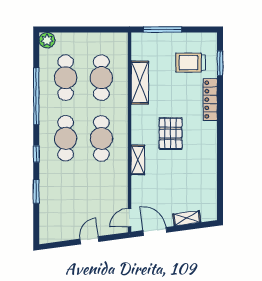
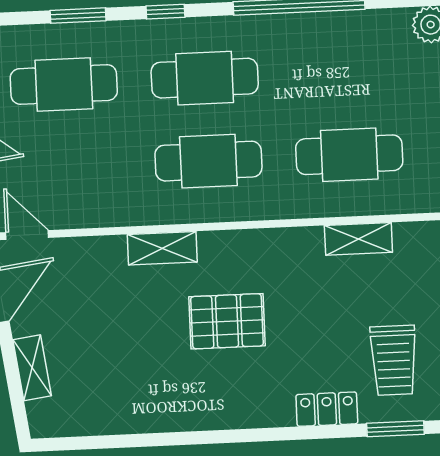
trolley: (191, 63) -> (394, 360), turned 180
cafe table: (66, 78) -> (64, 85), moved
shelving: (140, 83) -> (358, 239), width x0.67, depth x0.75
locker: (210, 100) -> (327, 409), width x0.66

